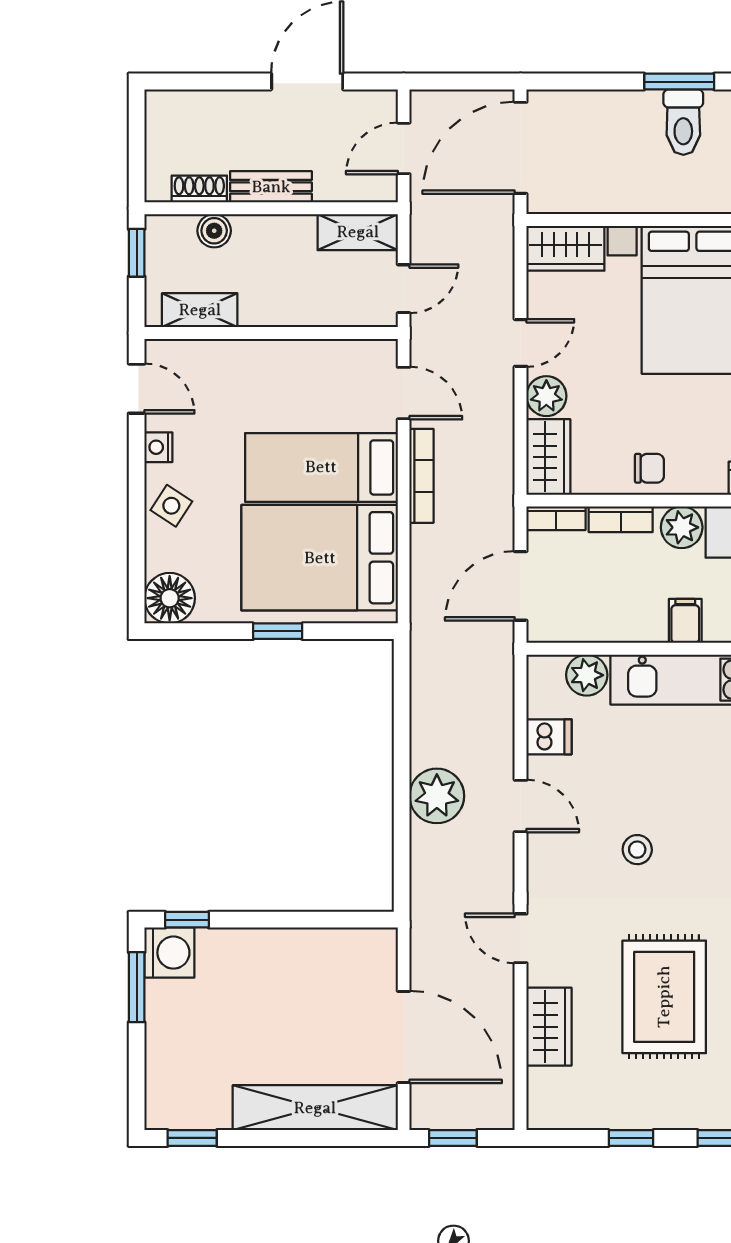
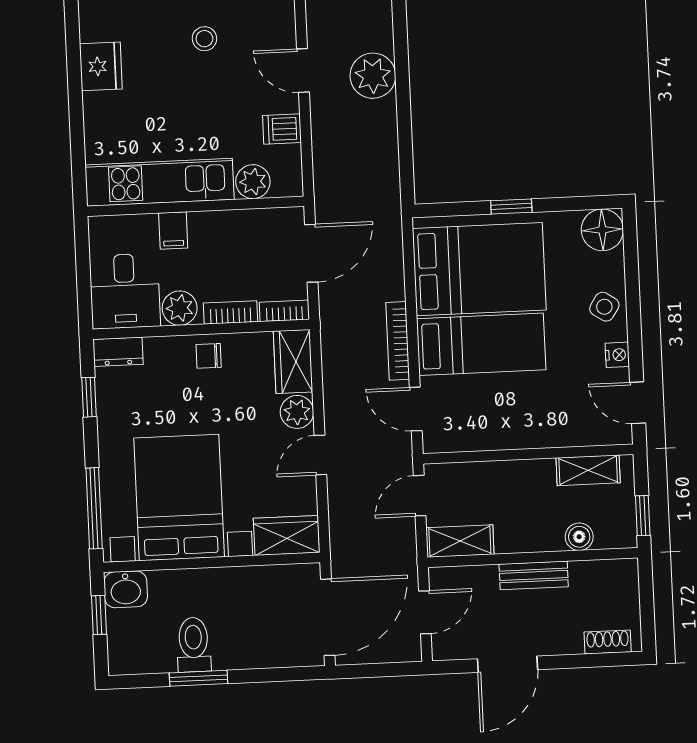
shoe rack: (199, 189) -> (608, 642), moved, turned 180

